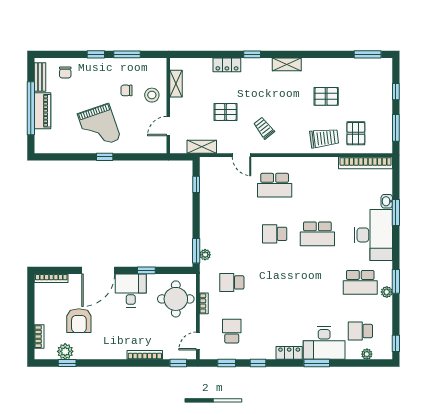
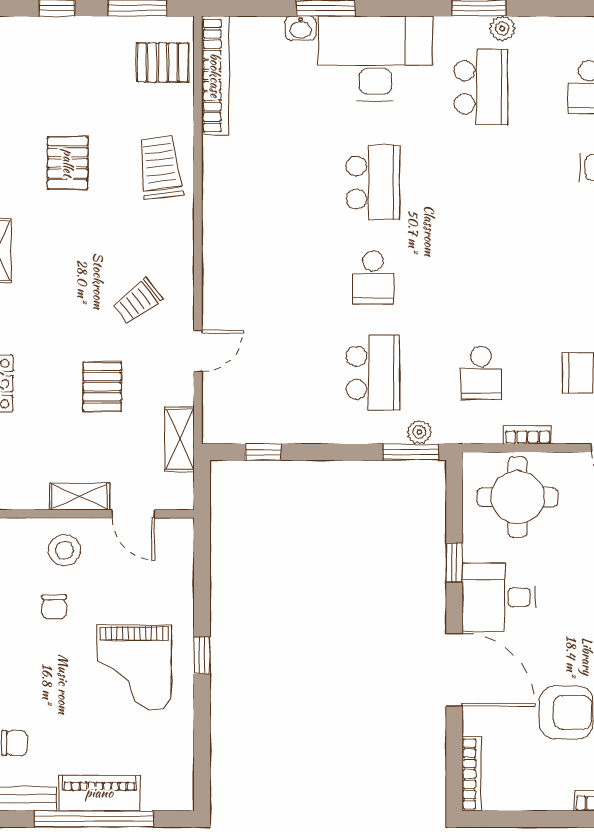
shelving: (176, 84) -> (80, 497), moved
grand piano: (99, 126) -> (134, 668), turned 109
pallet: (356, 133) -> (163, 62), moved
school desk: (275, 185) -> (373, 373), moved

